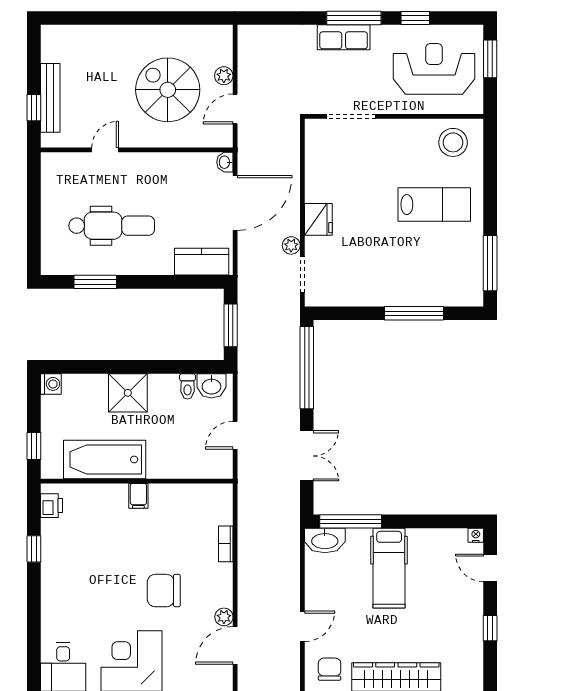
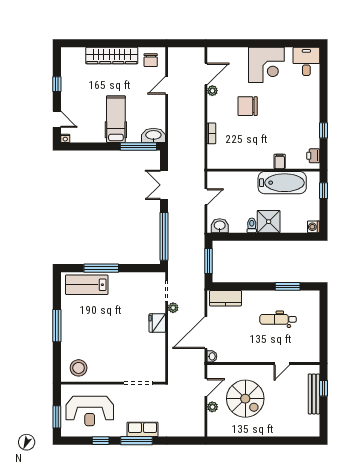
lab bench: (434, 205) -> (87, 285), moved
dental chair: (112, 226) -> (278, 319), width x0.73, depth x0.72
window: (490, 263) -> (57, 326), moved
toilet: (188, 386) -> (252, 225), moved
filing cabinet: (138, 496) -> (280, 161), moved
chair: (164, 591) -> (248, 106), turned 180

